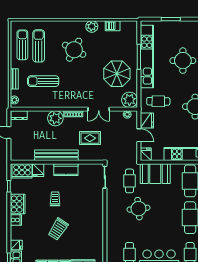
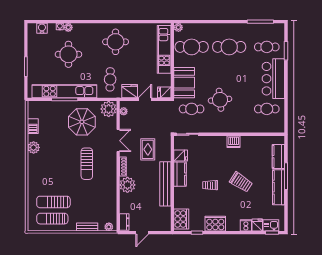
round table: (74, 50) -> (57, 166), removed
sun lounger: (43, 81) -> (87, 164), moved
fridge: (38, 170) -> (181, 155), moved
cooker: (16, 220) -> (246, 225), moved
dishwasher: (97, 222) -> (234, 142), added

